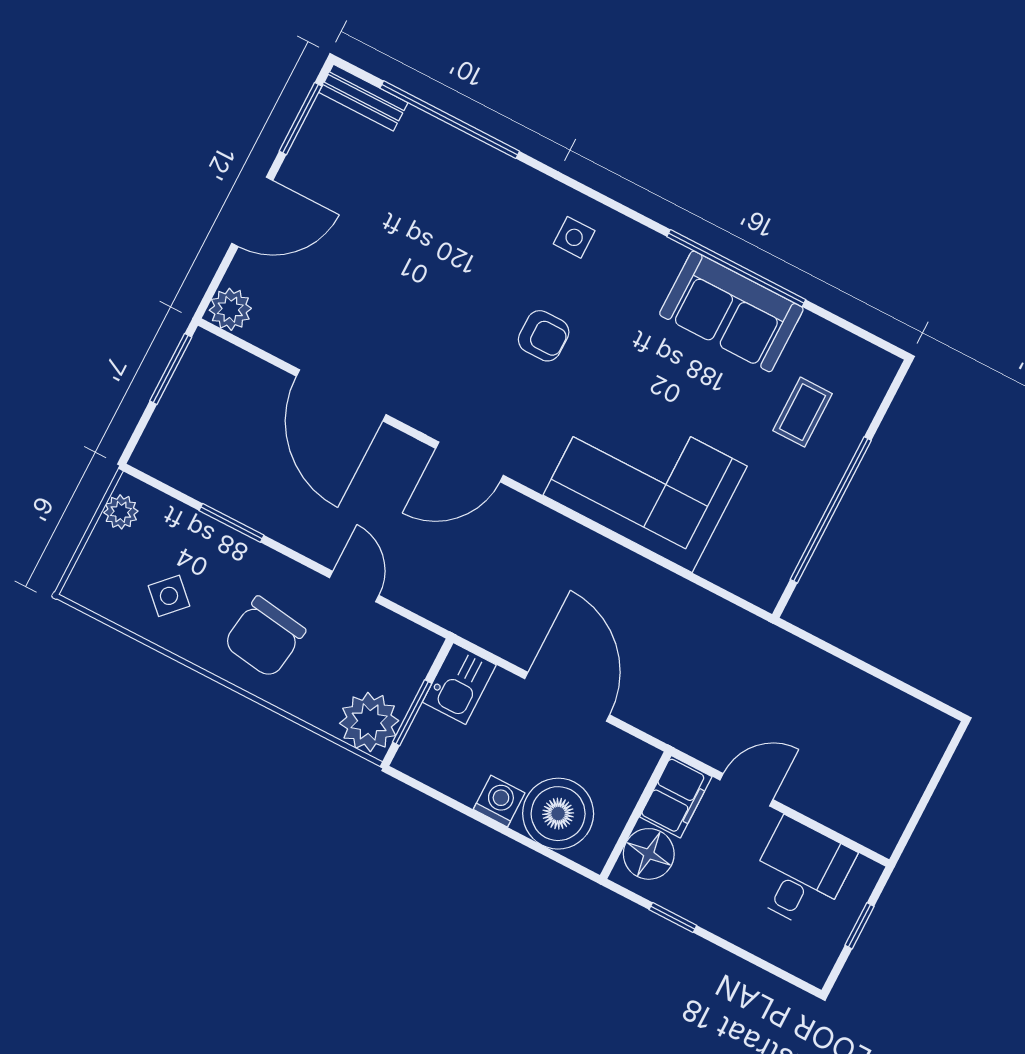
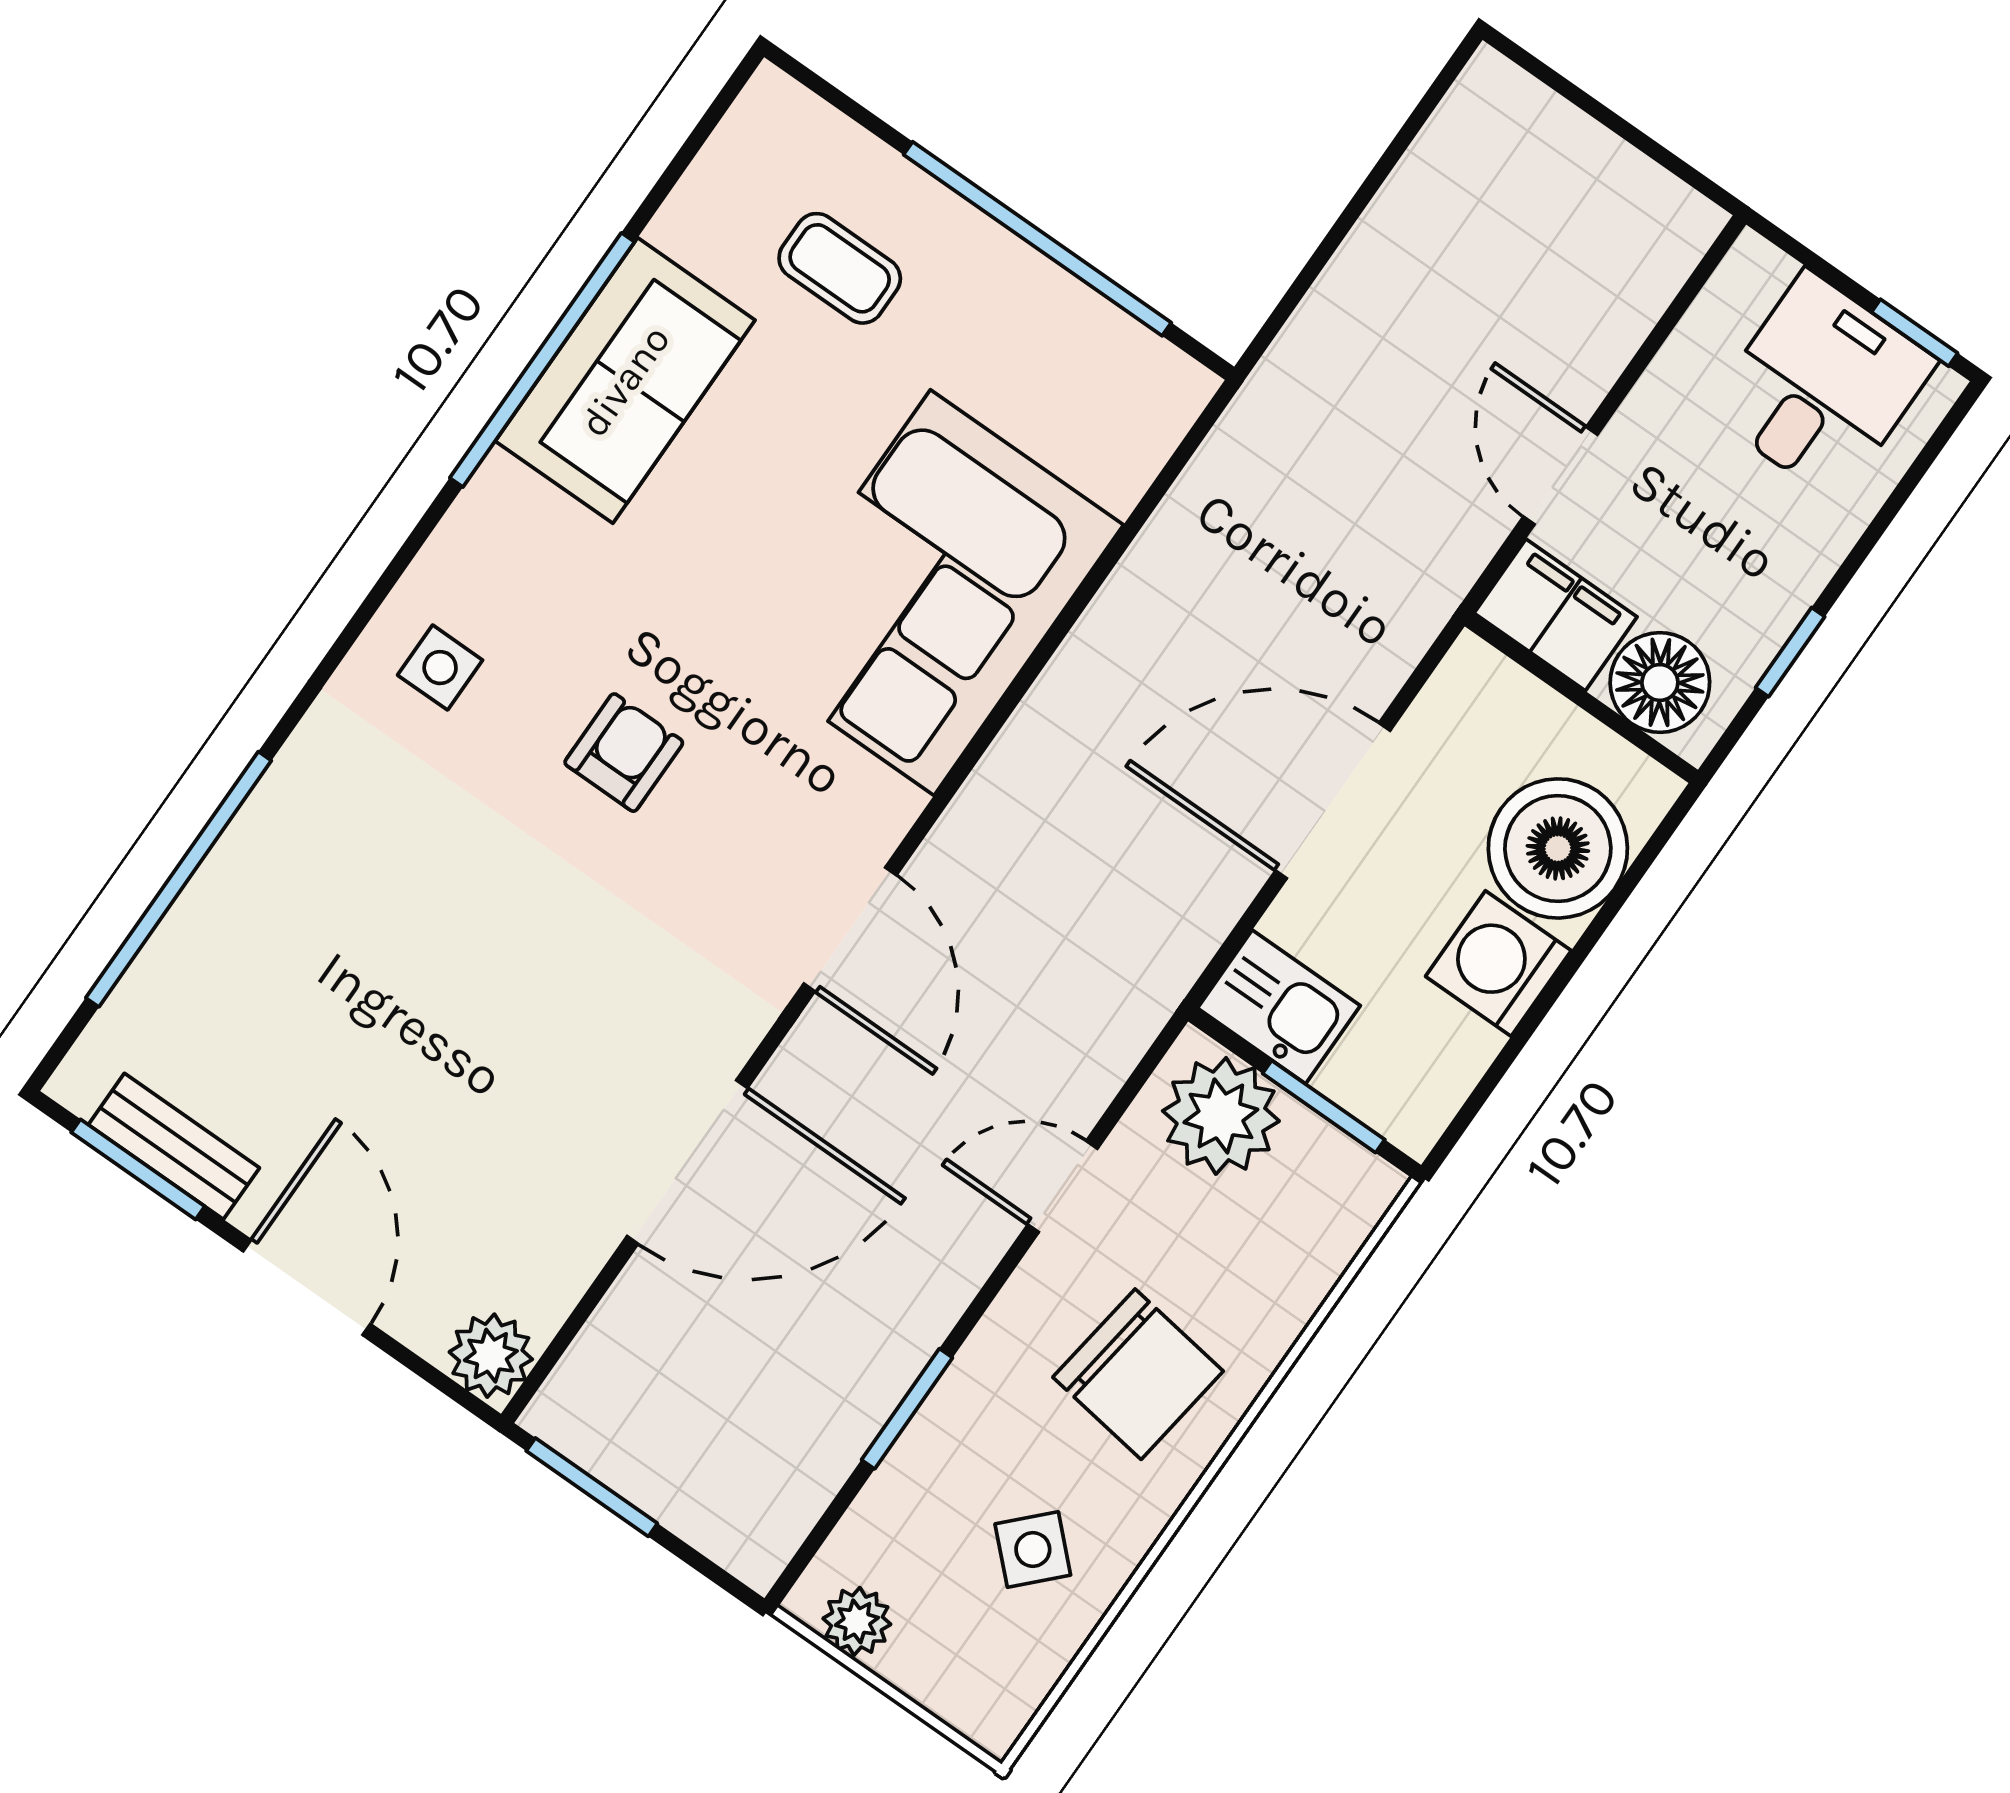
bench: (363, 98) -> (174, 1146), moved, turned 90
plant: (369, 722) -> (1221, 1116), moved
washing machine: (499, 801) -> (1498, 964), width x1.38, depth x1.38
desk: (800, 874) -> (1821, 386), moved, turned 90
window: (860, 926) -> (1915, 333), moved

